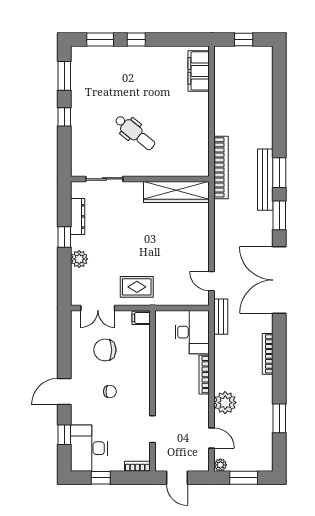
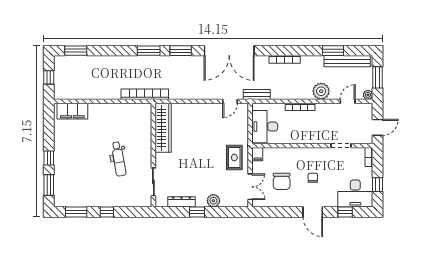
window: (279, 75) -> (76, 51), added
dental chair: (135, 133) -> (119, 159), turned 131
bench: (265, 180) -> (347, 61), moved
desk: (192, 332) -> (265, 127), moved, turned -90

